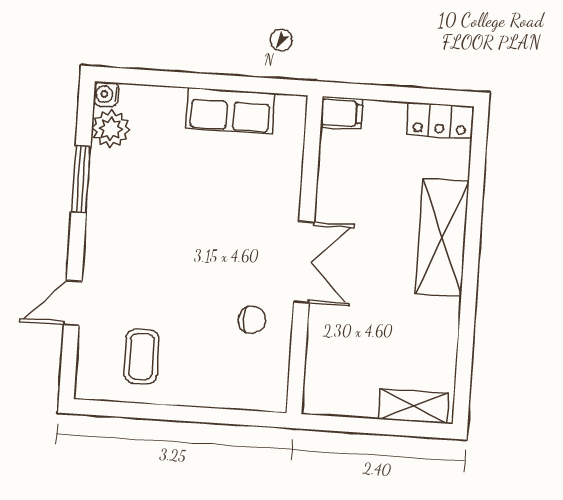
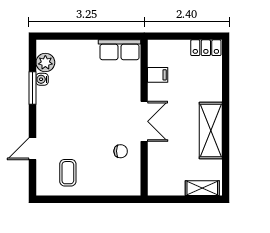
water cooler: (106, 94) -> (42, 79), moved
row of seats: (230, 111) -> (120, 50), moved
filing cabinet: (342, 113) -> (158, 75), moved
shelving: (442, 237) -> (211, 130), moved

